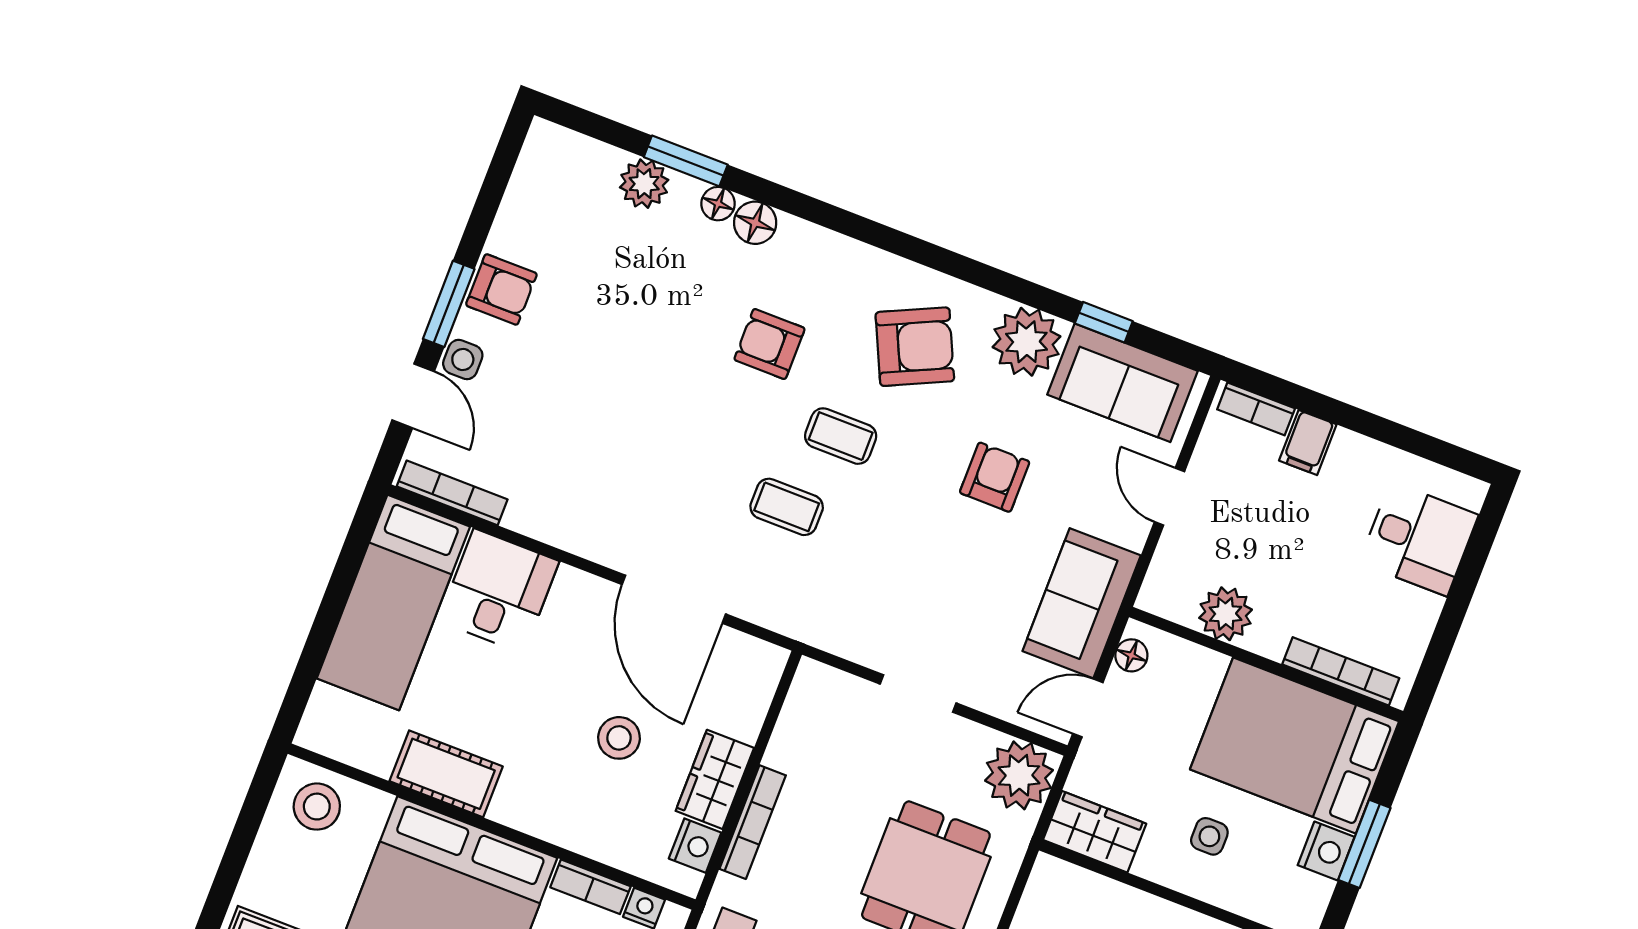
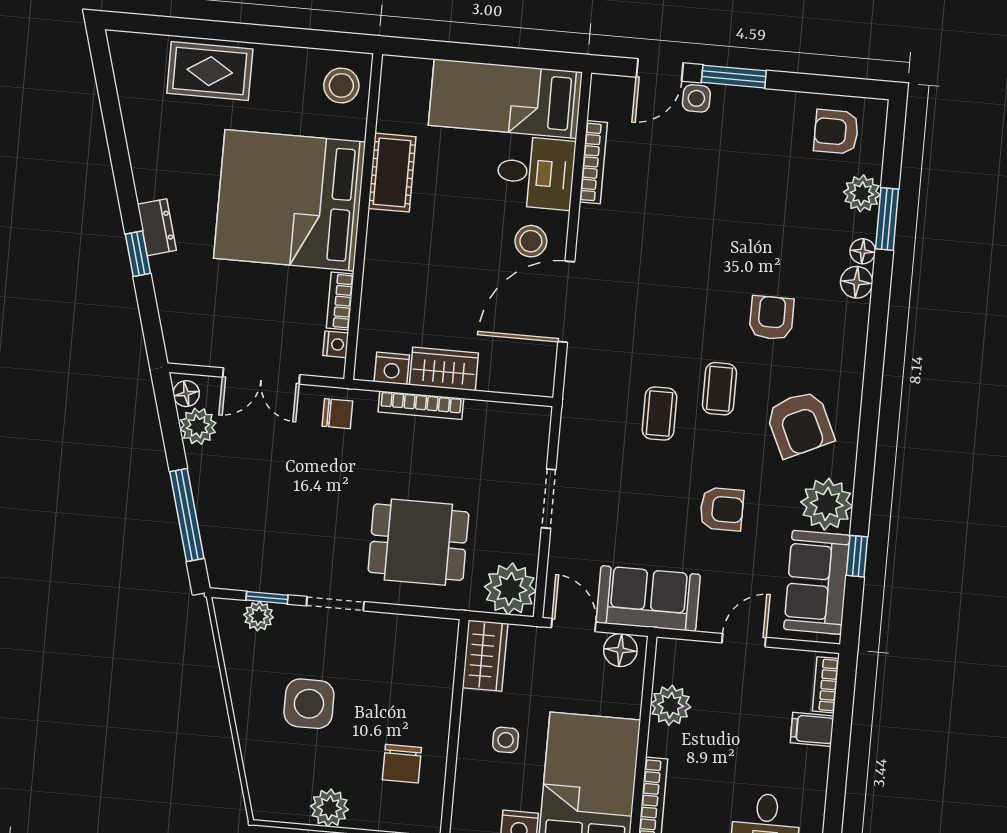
armchair: (501, 289) -> (836, 132), moved, turned 90
bookcase: (452, 493) -> (593, 162), moved
coffee table: (787, 507) -> (659, 414), moved
floor lamp: (1131, 655) -> (620, 650), width x1.37, depth x1.37
stool: (619, 738) -> (531, 241), moved

